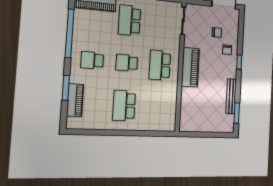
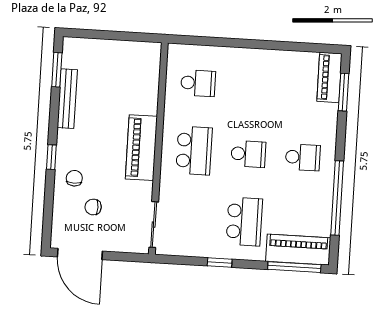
window: (66, 88) -> (344, 92), moved
piano: (75, 100) -> (329, 77), moved
school desk: (124, 106) -> (198, 83), moved, width x0.54

